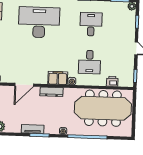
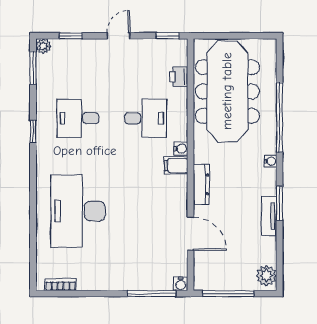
filing cabinet: (58, 78) -> (176, 166), width x0.50

